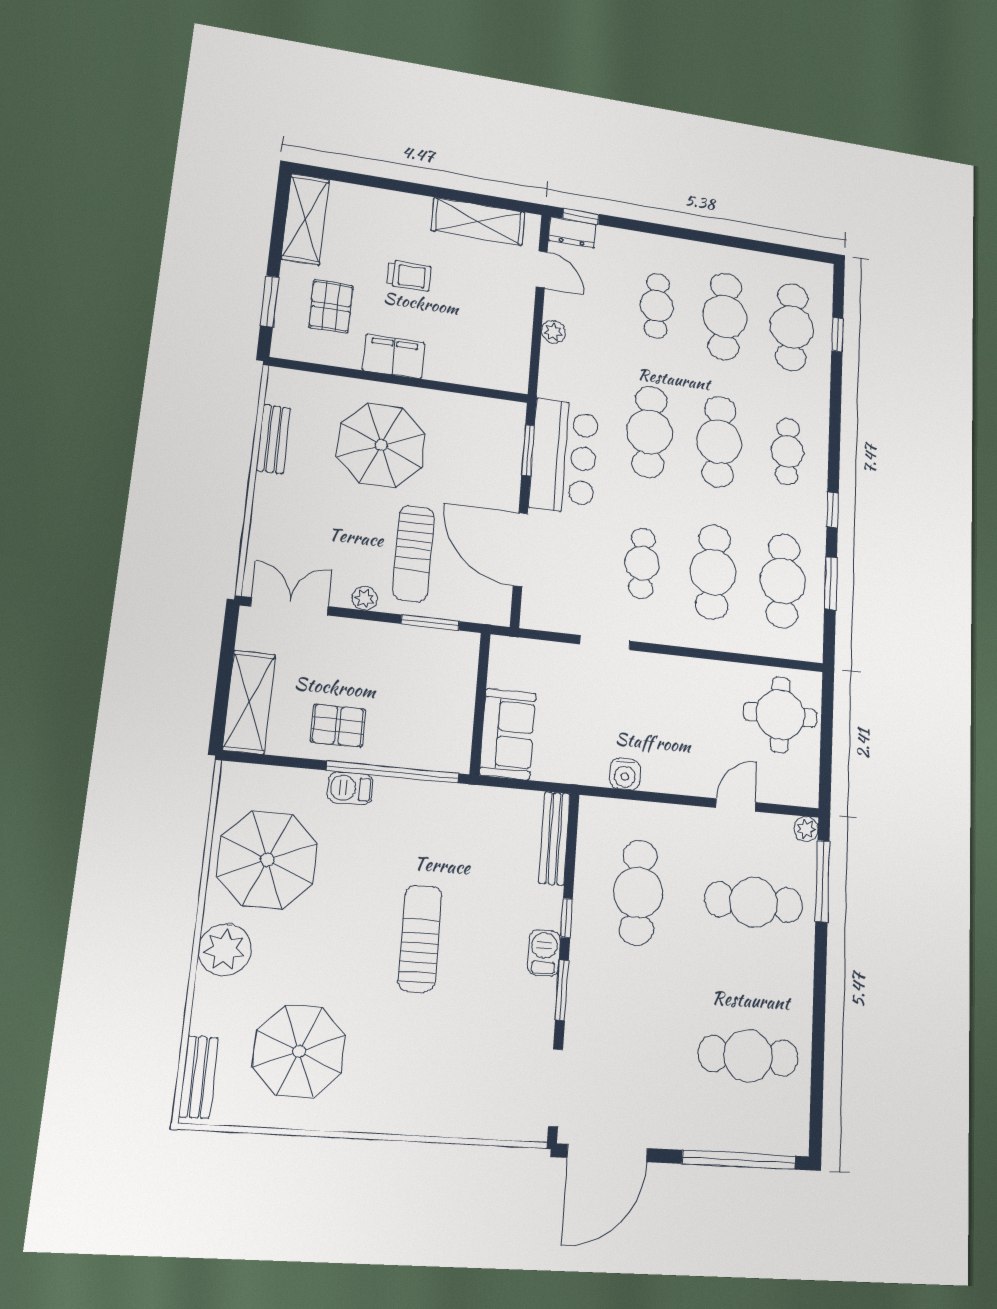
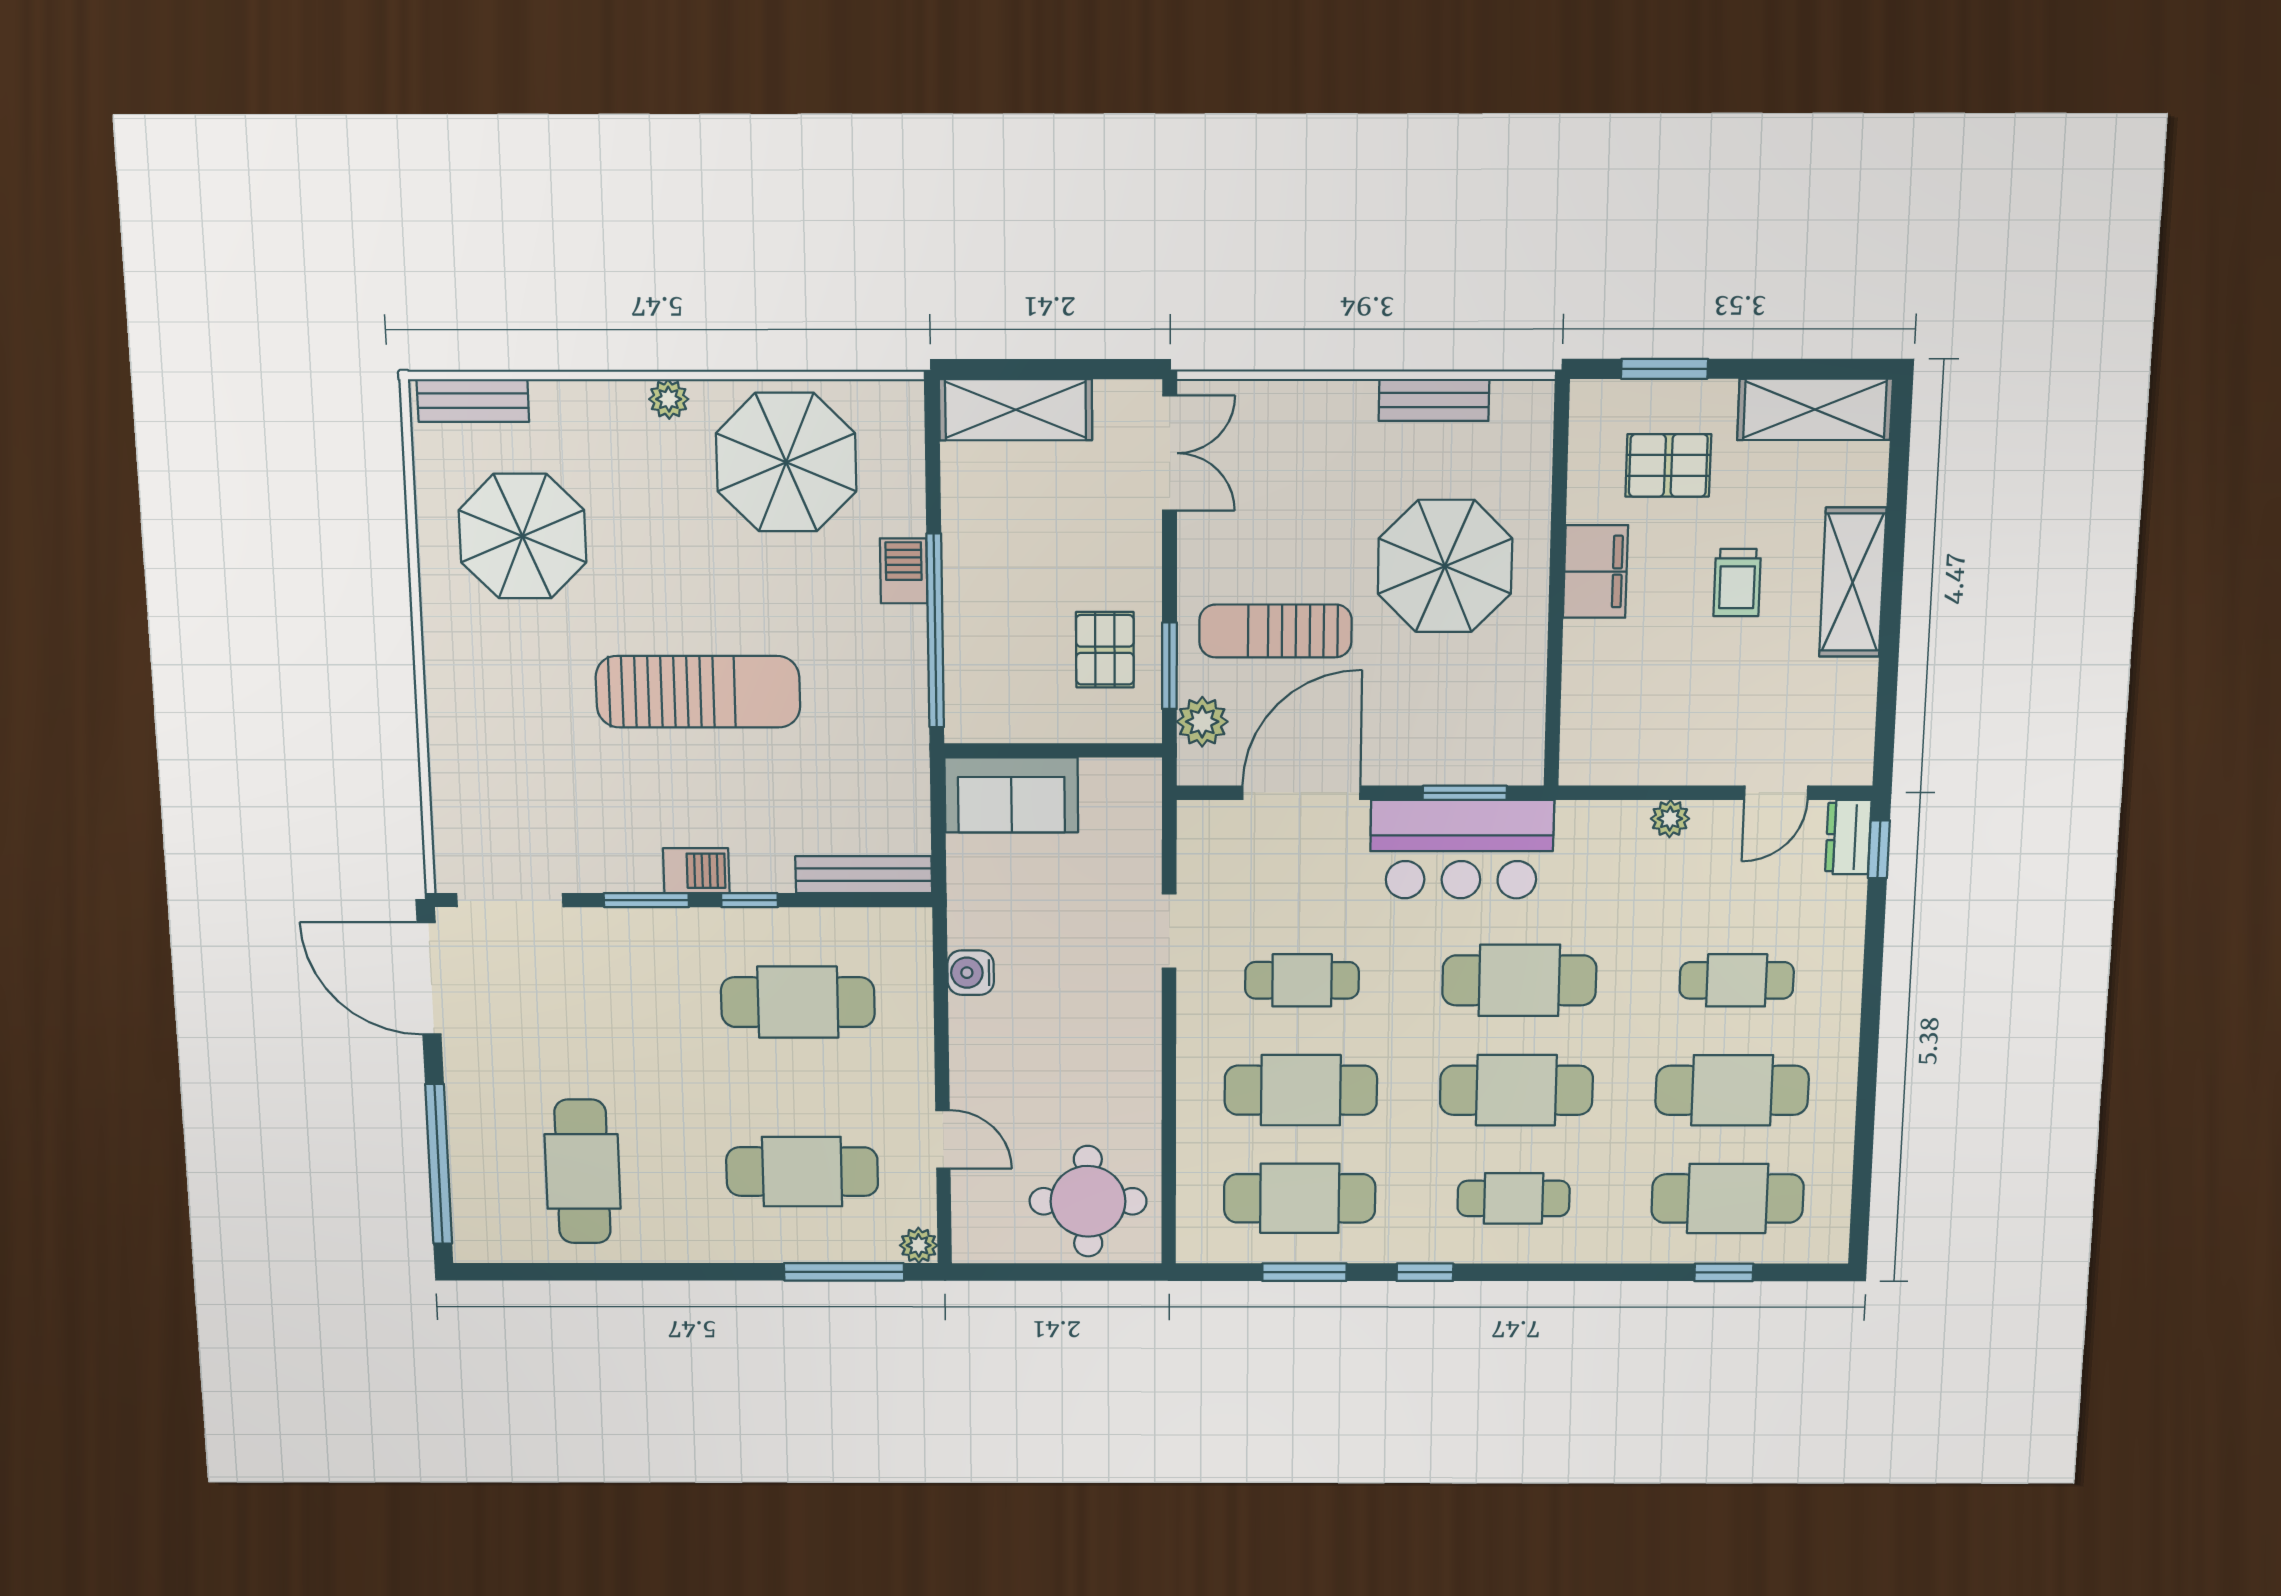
shelving: (478, 221) -> (1853, 582), moved
plant: (365, 598) -> (1202, 722), moved, width x1.38, depth x1.38
pallet: (338, 725) -> (1105, 650), moved
cafe table: (754, 902) -> (802, 1172), turned 90
sun lounger: (420, 938) -> (698, 692), width x1.36, depth x1.34
plant: (225, 950) -> (669, 399), width x0.53, depth x0.53

